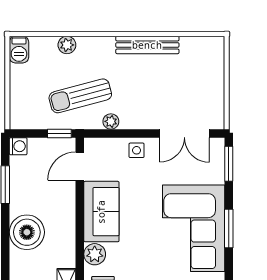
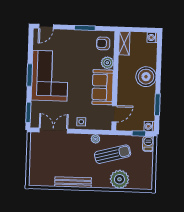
plant: (67, 45) -> (119, 179), width x1.88, depth x1.88
barbecue: (19, 50) -> (148, 144), moved
window: (59, 133) -> (139, 133), moved

